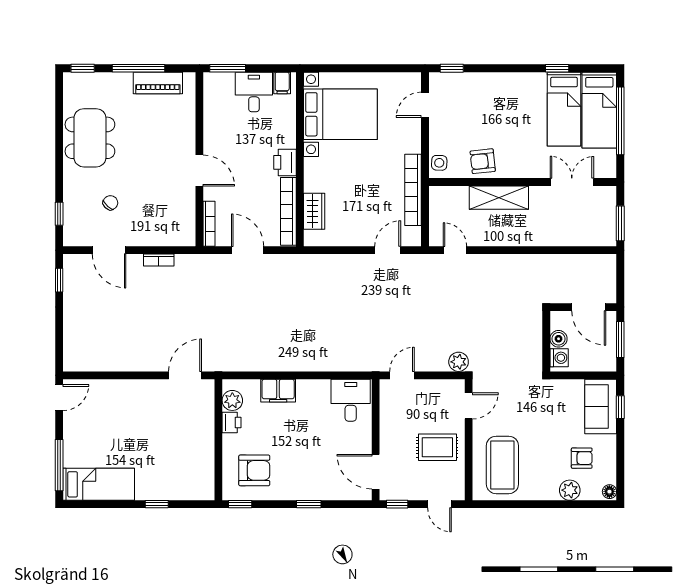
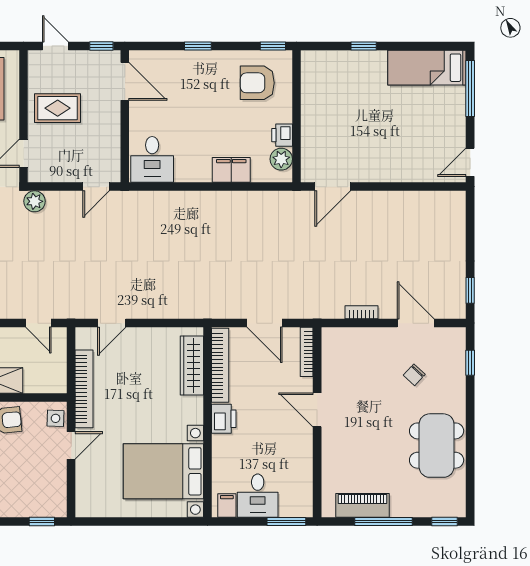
door: (425, 105) -> (71, 445), moved
wardrobe: (314, 211) -> (192, 365), width x1.50

